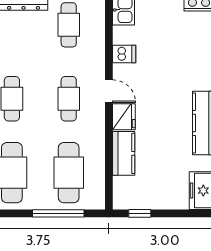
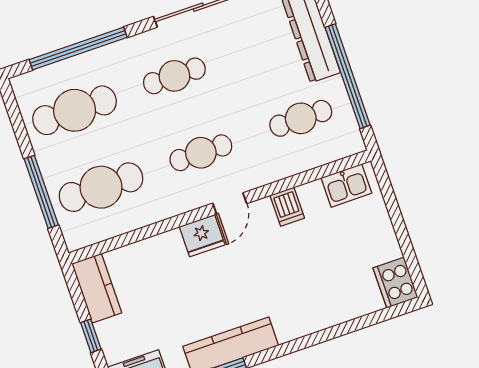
kitchen counter: (124, 153) -> (97, 288), moved, turned -90
window: (140, 213) -> (91, 336), moved

